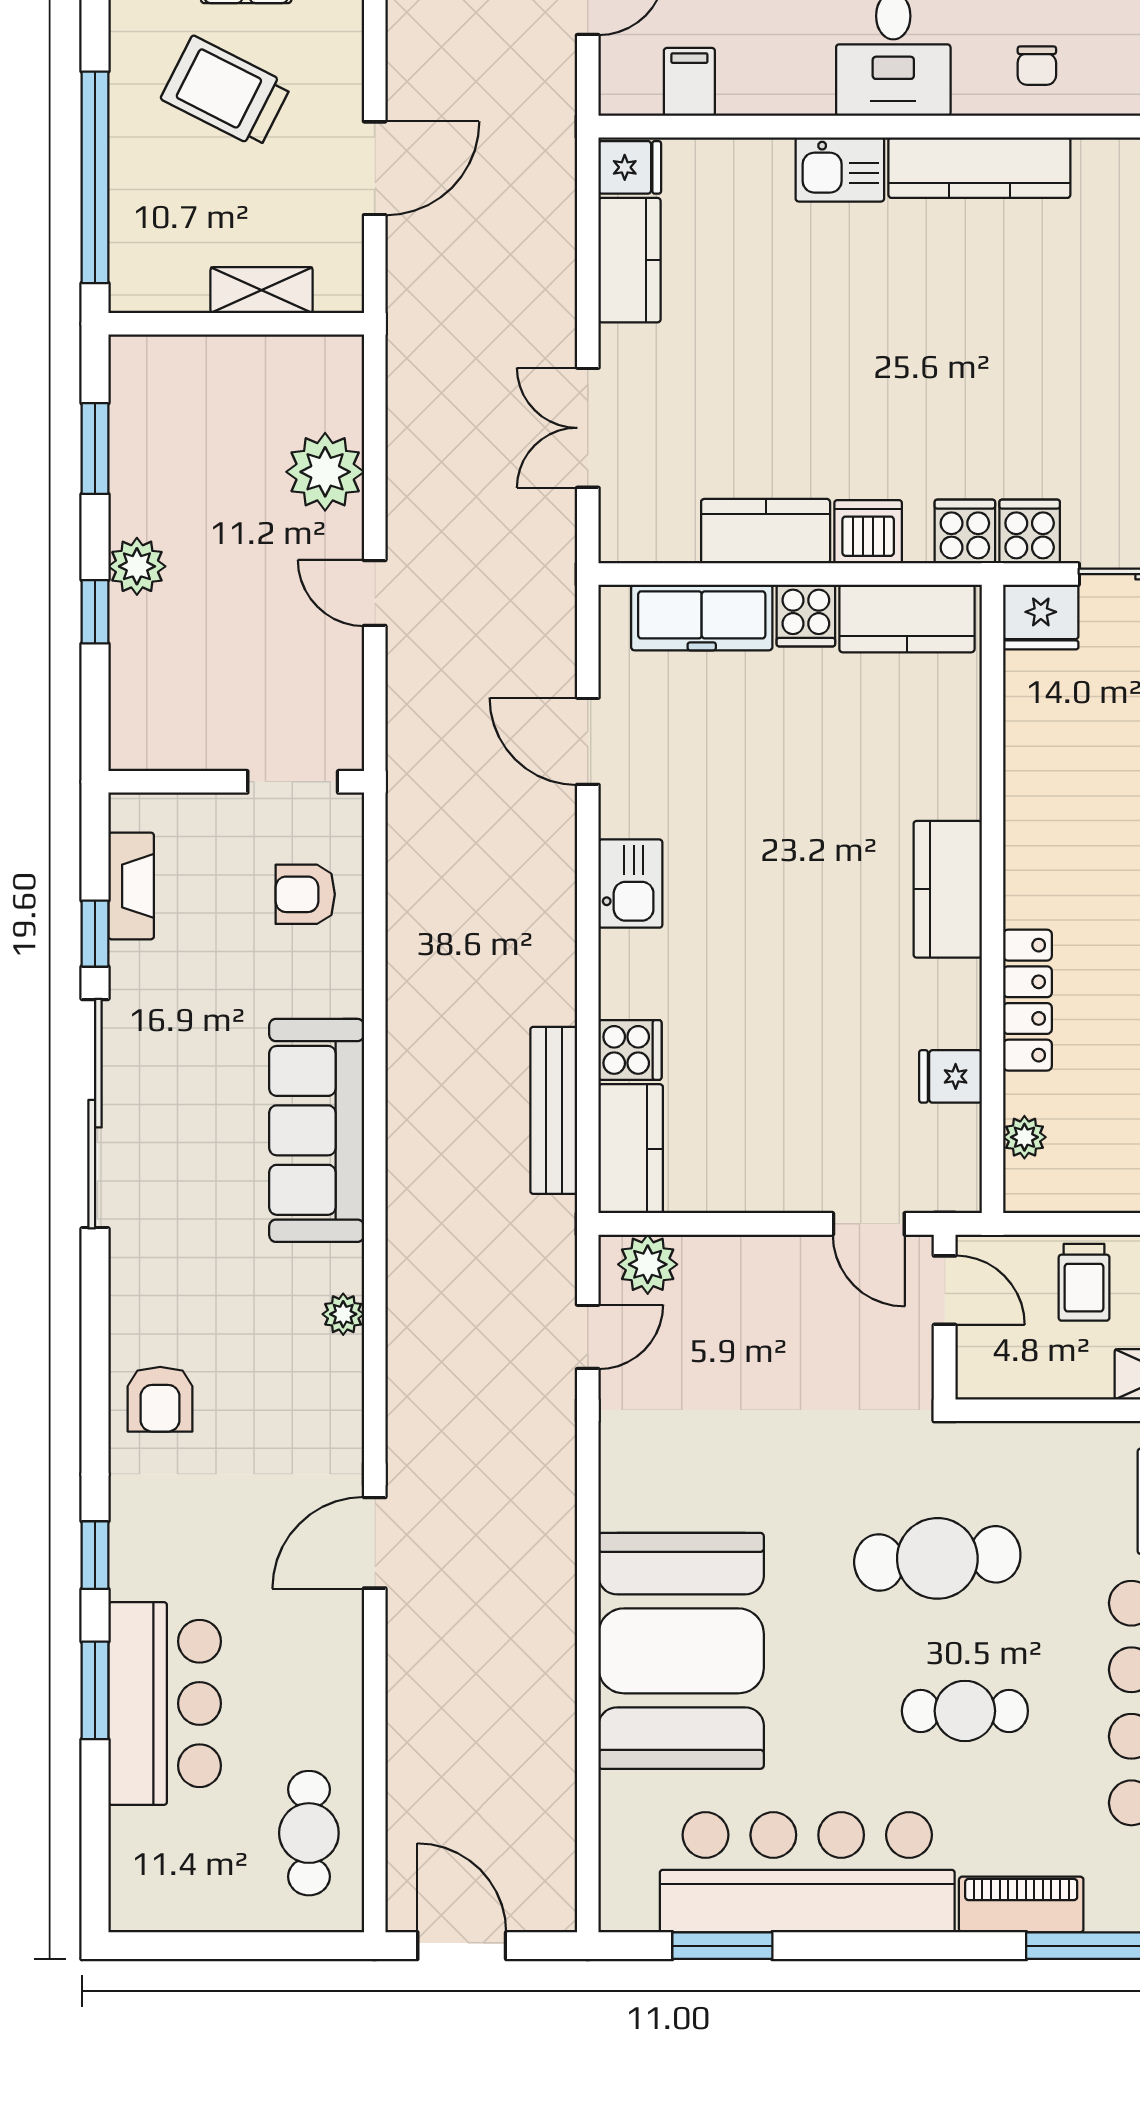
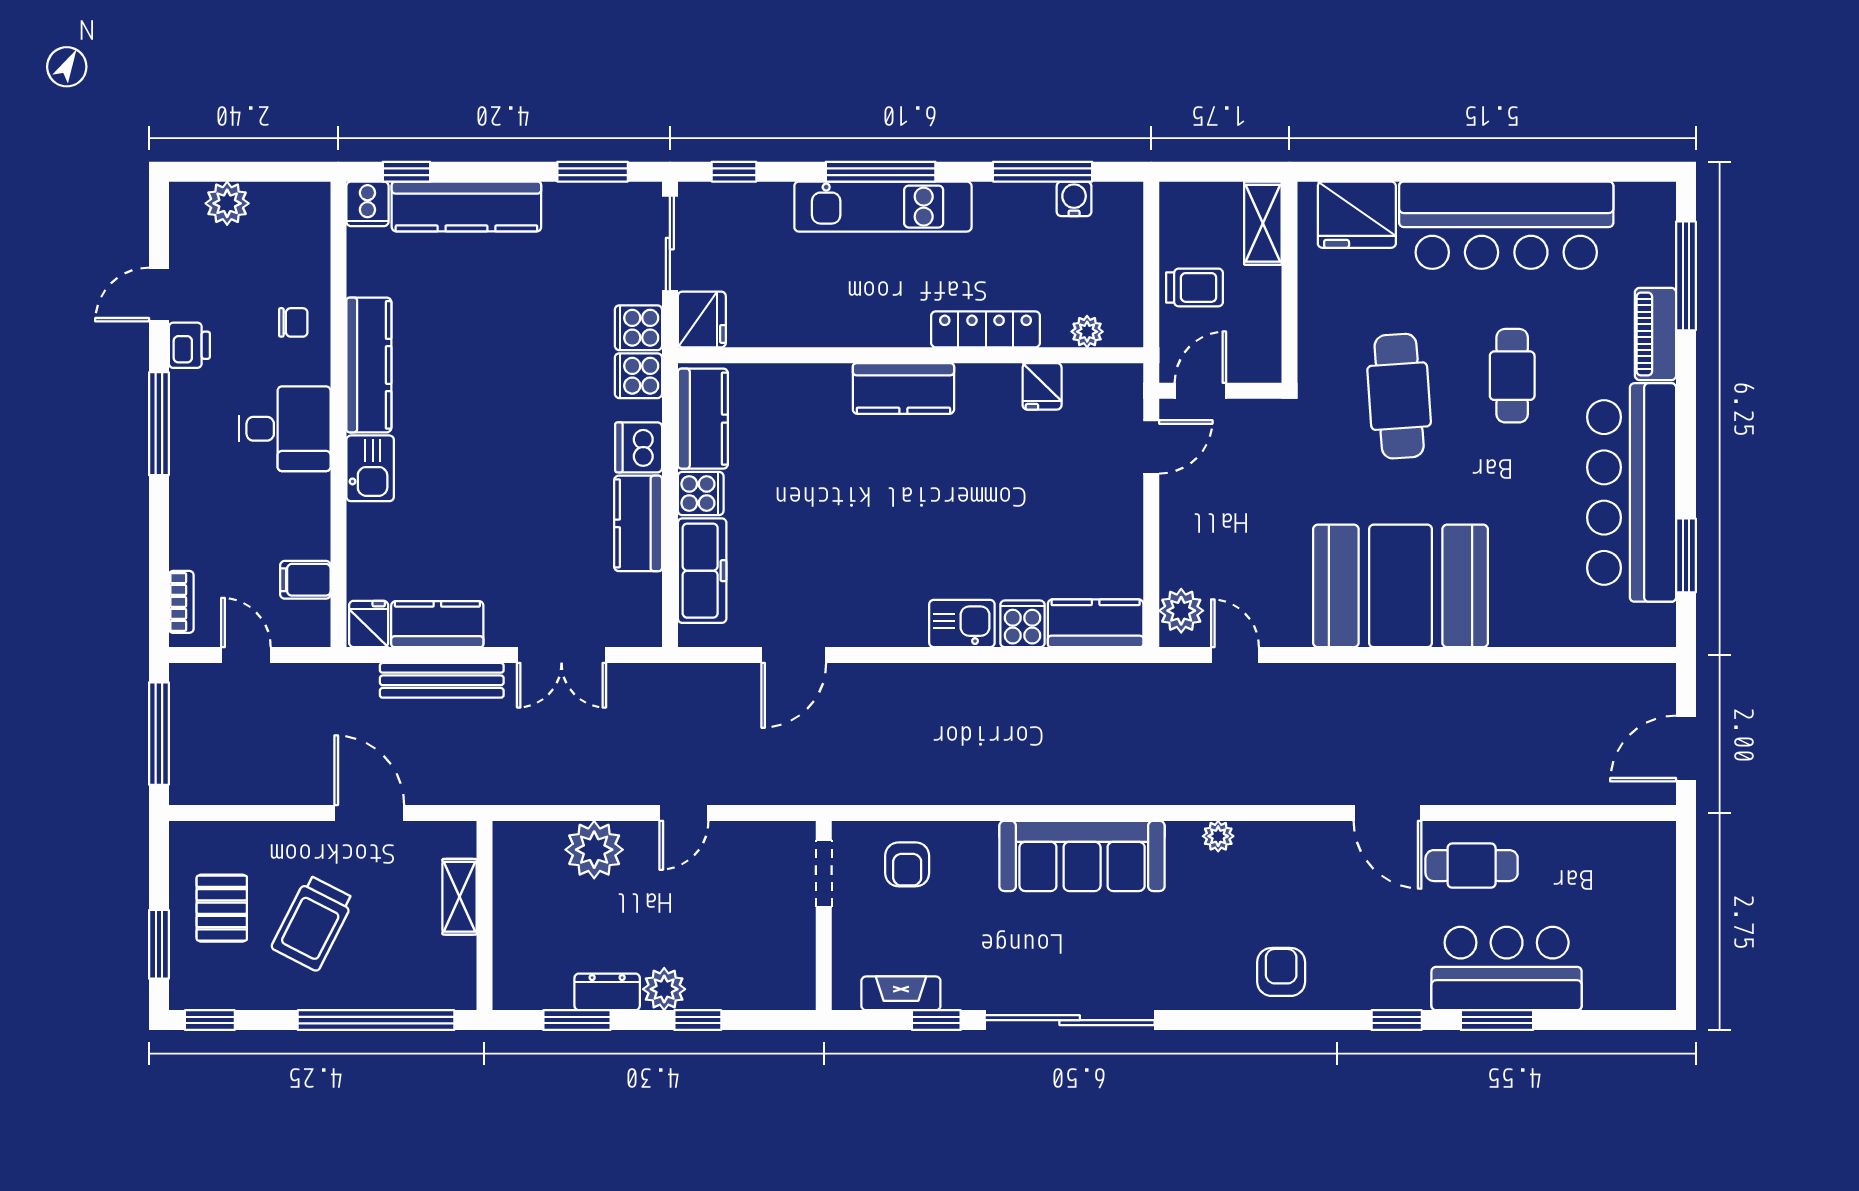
dresser: (133, 489) -> (607, 992), added
kitchen sink: (630, 884) -> (962, 624), moved
bench: (554, 1110) -> (442, 680), moved
armchair: (160, 1399) -> (1281, 972), turned -90
booth: (681, 1651) -> (1400, 586), moved
cafe table: (309, 1833) -> (1472, 866), moved

